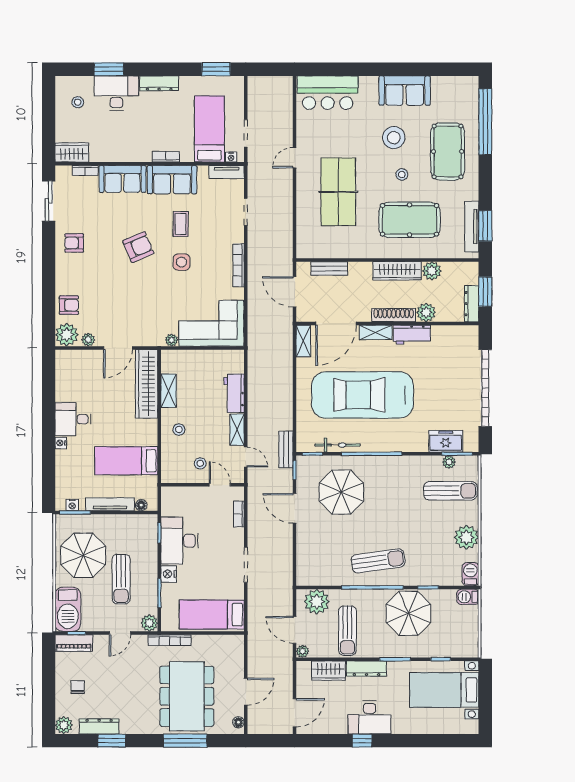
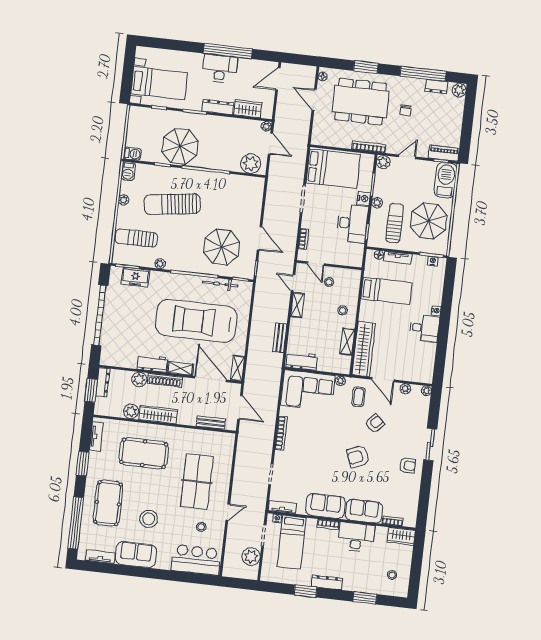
window: (216, 69) -> (306, 591), moved
tv unit: (450, 83) -> (100, 557), added
desk: (116, 93) -> (356, 537), moved, turned 180
plant: (259, 105) -> (251, 557), added
stool: (402, 174) -> (201, 527), moved
sliding door: (49, 201) -> (430, 445), moved
coffee table: (181, 224) -> (359, 397), moved
window: (485, 226) -> (83, 464), moved
tv unit: (472, 227) -> (96, 437), width x0.71
side table: (182, 262) -> (325, 441), removed
armchair: (69, 305) -> (375, 423), moved, turned 133
door: (336, 323) -> (210, 379), hinge flipped
plant: (67, 335) -> (426, 391), width x0.53, depth x0.53
door: (118, 348) -> (383, 380), swing flipped
workbench: (234, 393) -> (302, 361), moved, turned -90
car: (362, 395) -> (196, 321), turned 180
bench: (286, 449) -> (280, 338), moved
plant: (449, 462) -> (160, 264), moved
tv unit: (110, 504) -> (398, 258), width x0.71
plant: (466, 537) -> (124, 200), width x0.53, depth x0.53
sun lounger: (378, 561) -> (172, 204), moved, width x1.36, depth x1.34
plant: (151, 571) -> (377, 203), added
sun lounger: (121, 579) -> (395, 223), moved
bed: (212, 615) -> (333, 169), width x1.50
sun lounger: (347, 631) -> (229, 138), removed
chair: (78, 687) -> (405, 110), moved
door: (246, 692) -> (314, 100), hinge flipped
dining table: (187, 696) -> (361, 102), turned 90
dresser: (99, 726) -> (436, 86), width x0.70
window: (112, 741) -> (423, 74), width x2.11
window: (185, 741) -> (366, 67), width x0.69
window: (362, 741) -> (228, 51), width x3.17

